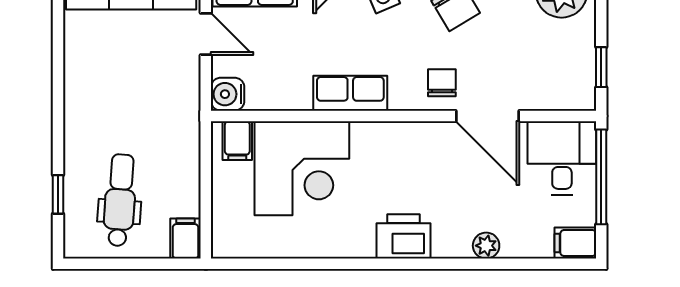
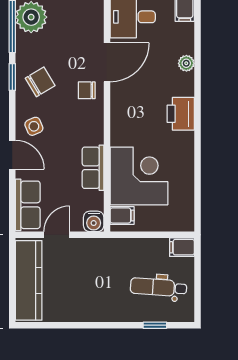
row of seats: (350, 93) -> (93, 168), moved

